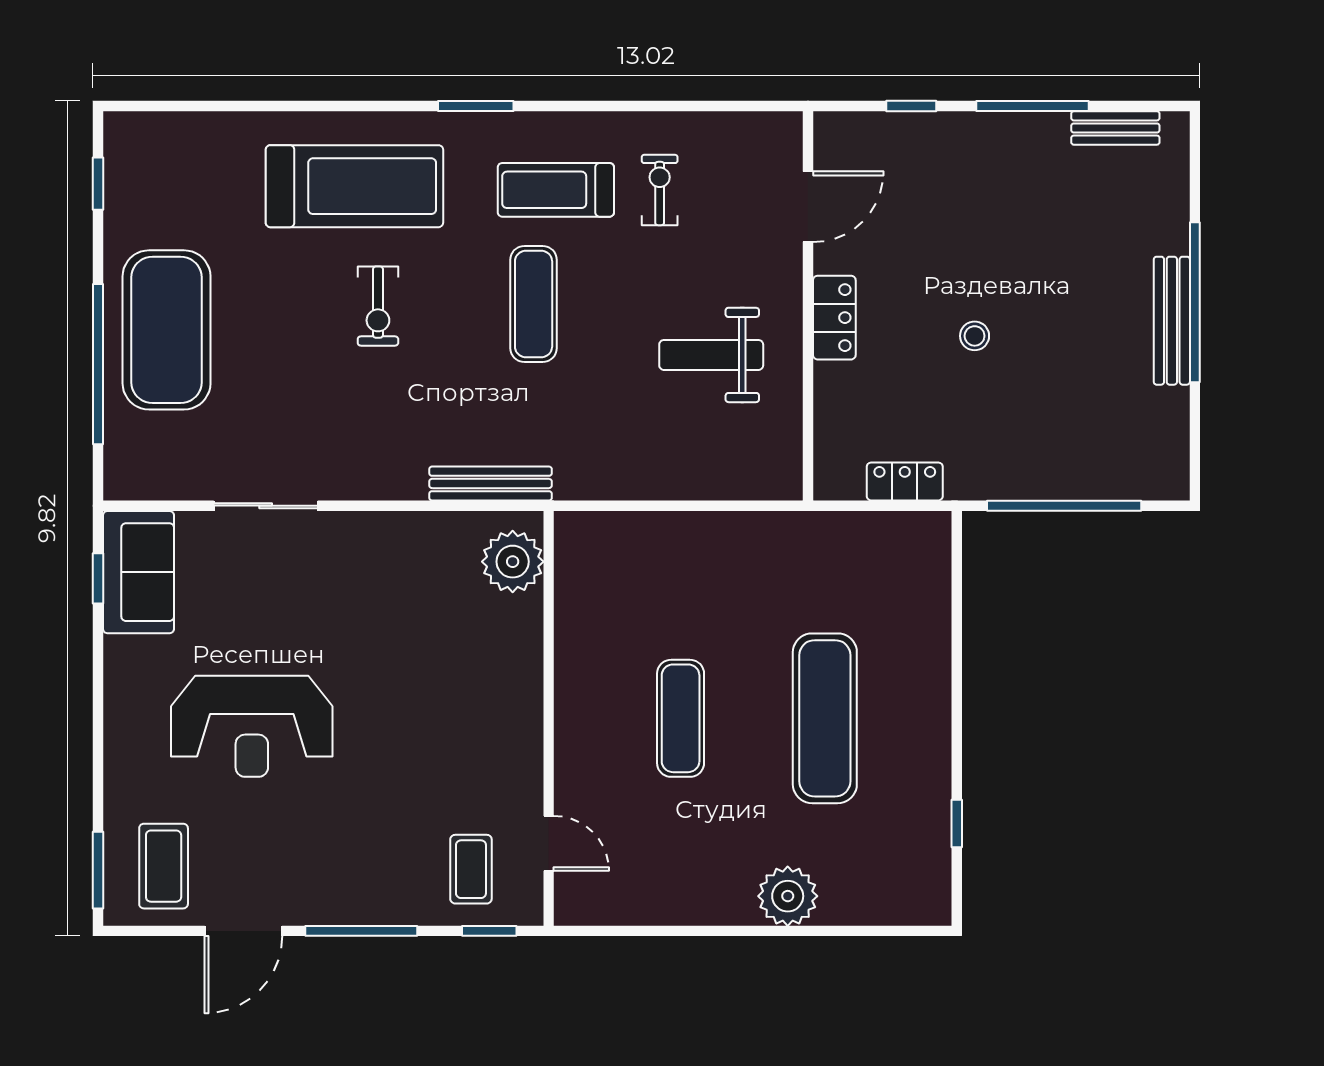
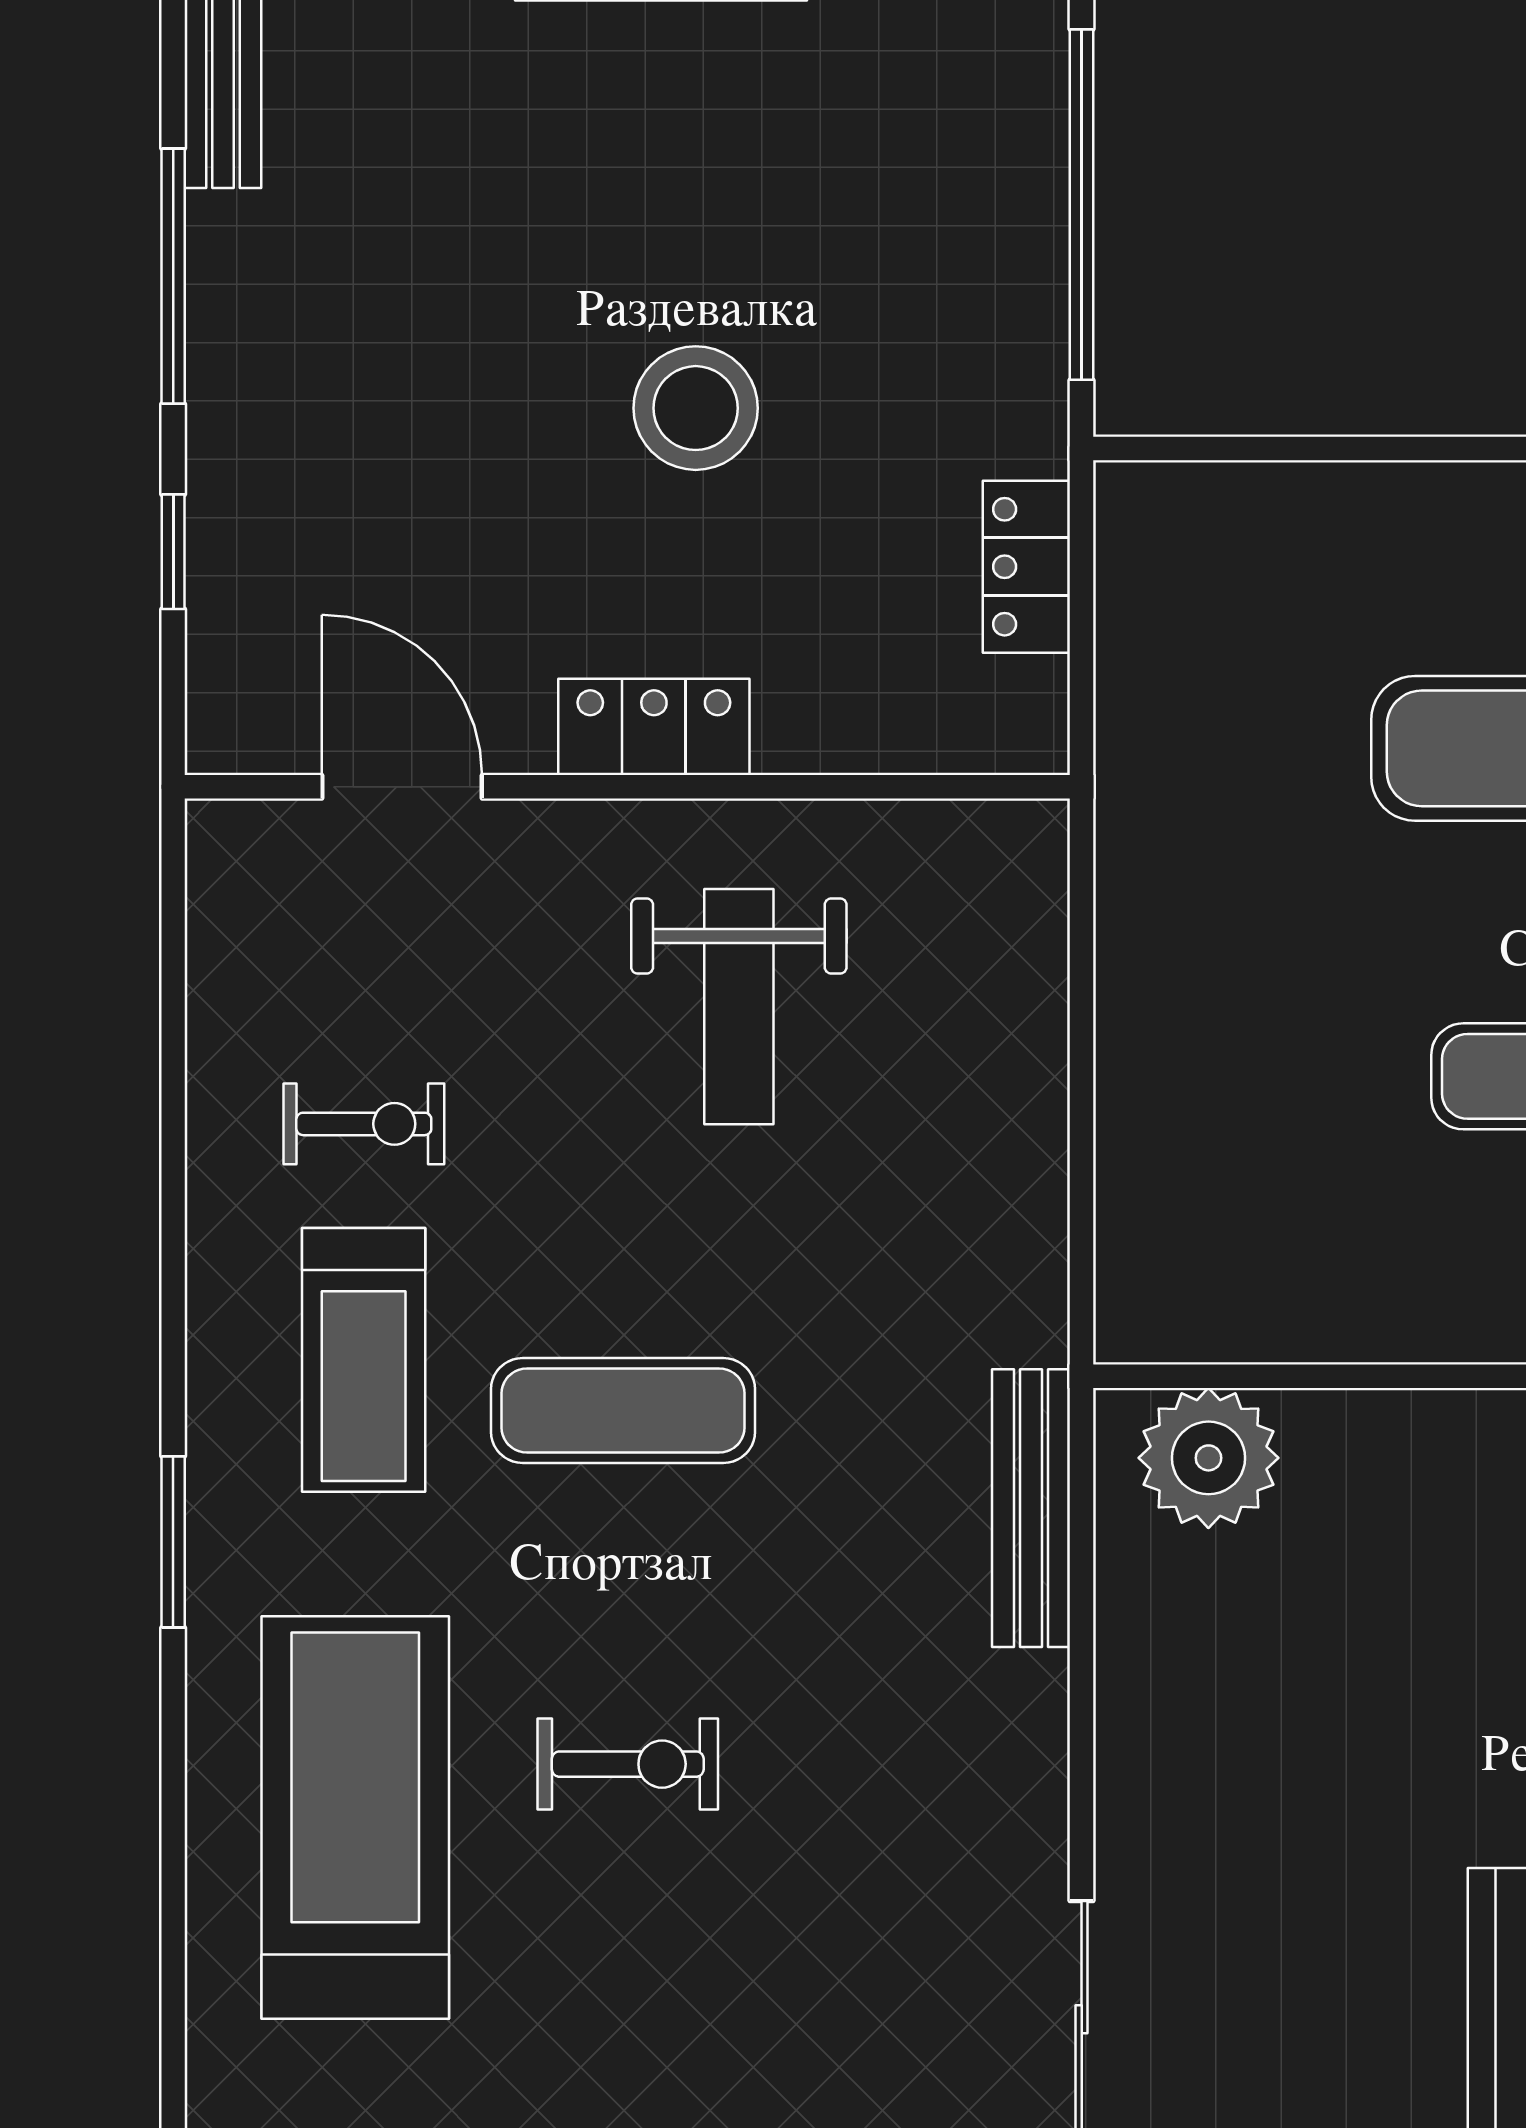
exercise bike: (660, 190) -> (364, 1124), turned 180
stool: (975, 336) -> (696, 408), width x1.89, depth x1.89

